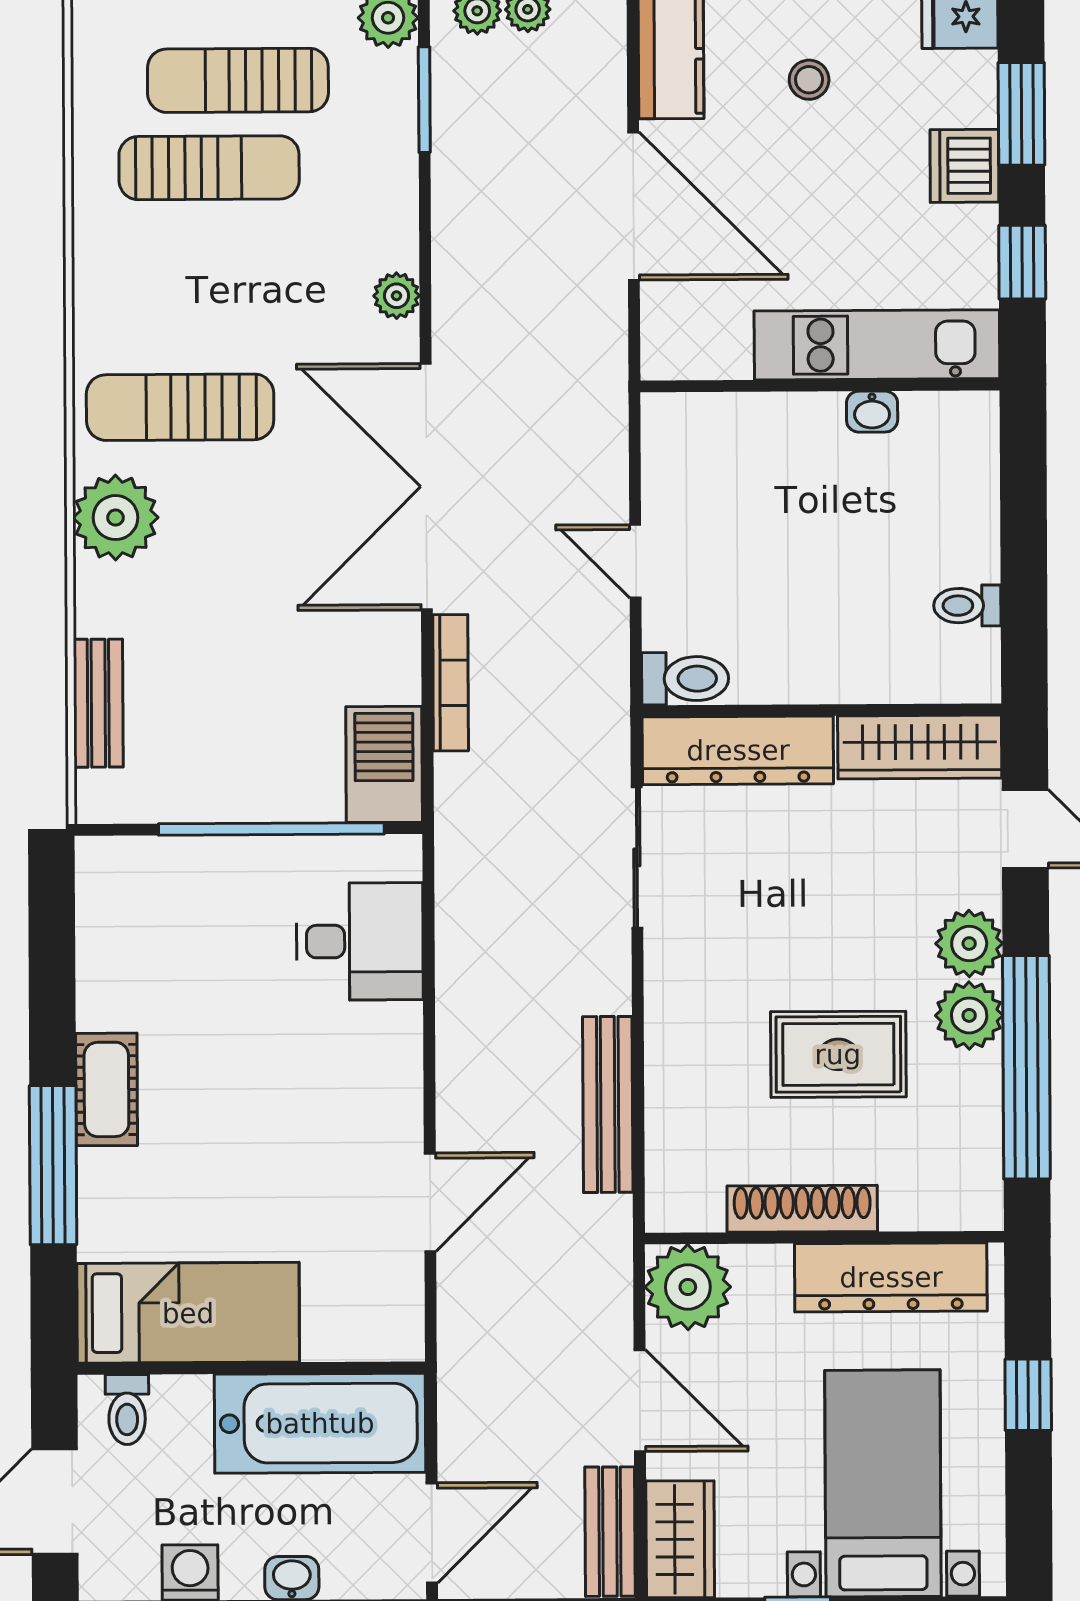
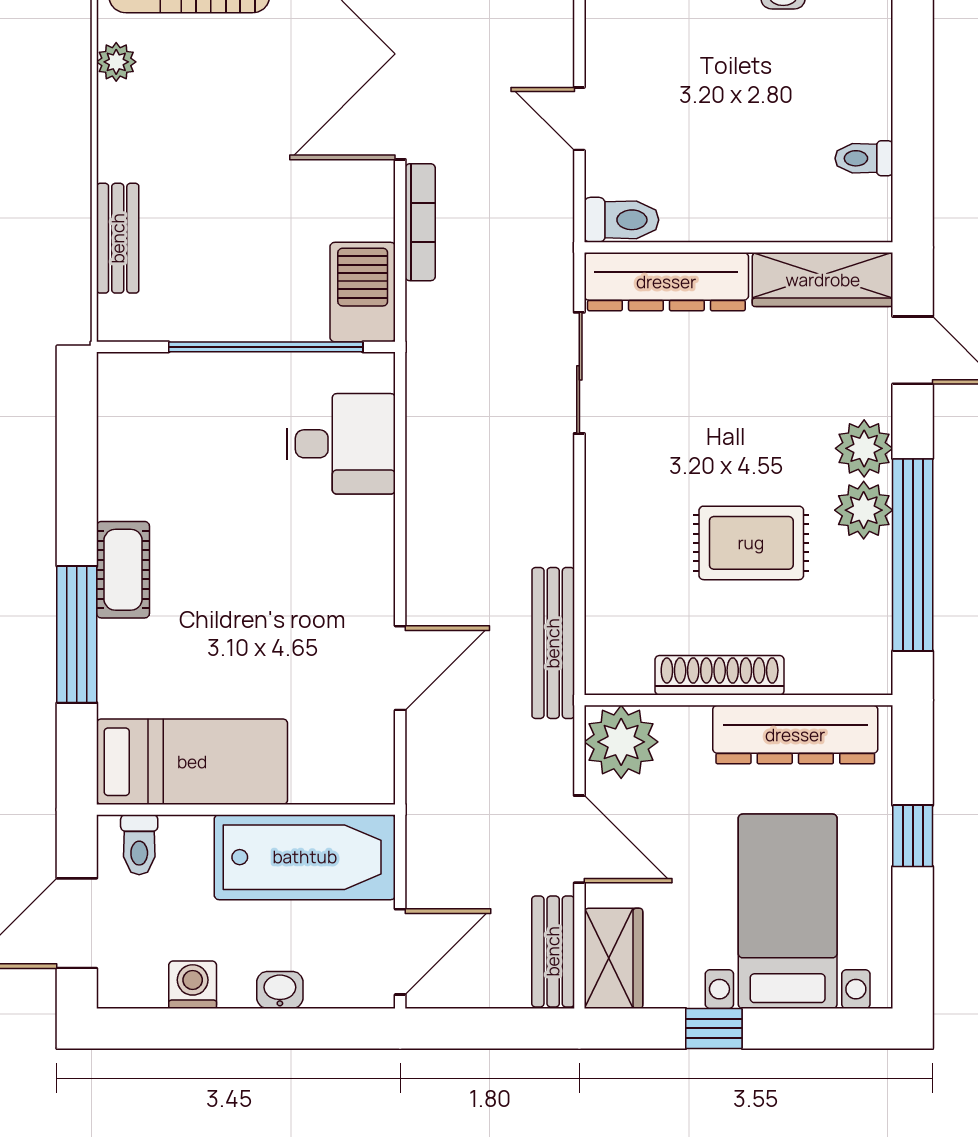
plant: (115, 518) -> (116, 62), width x0.53, depth x0.53
bench: (608, 1104) -> (553, 643), moved

